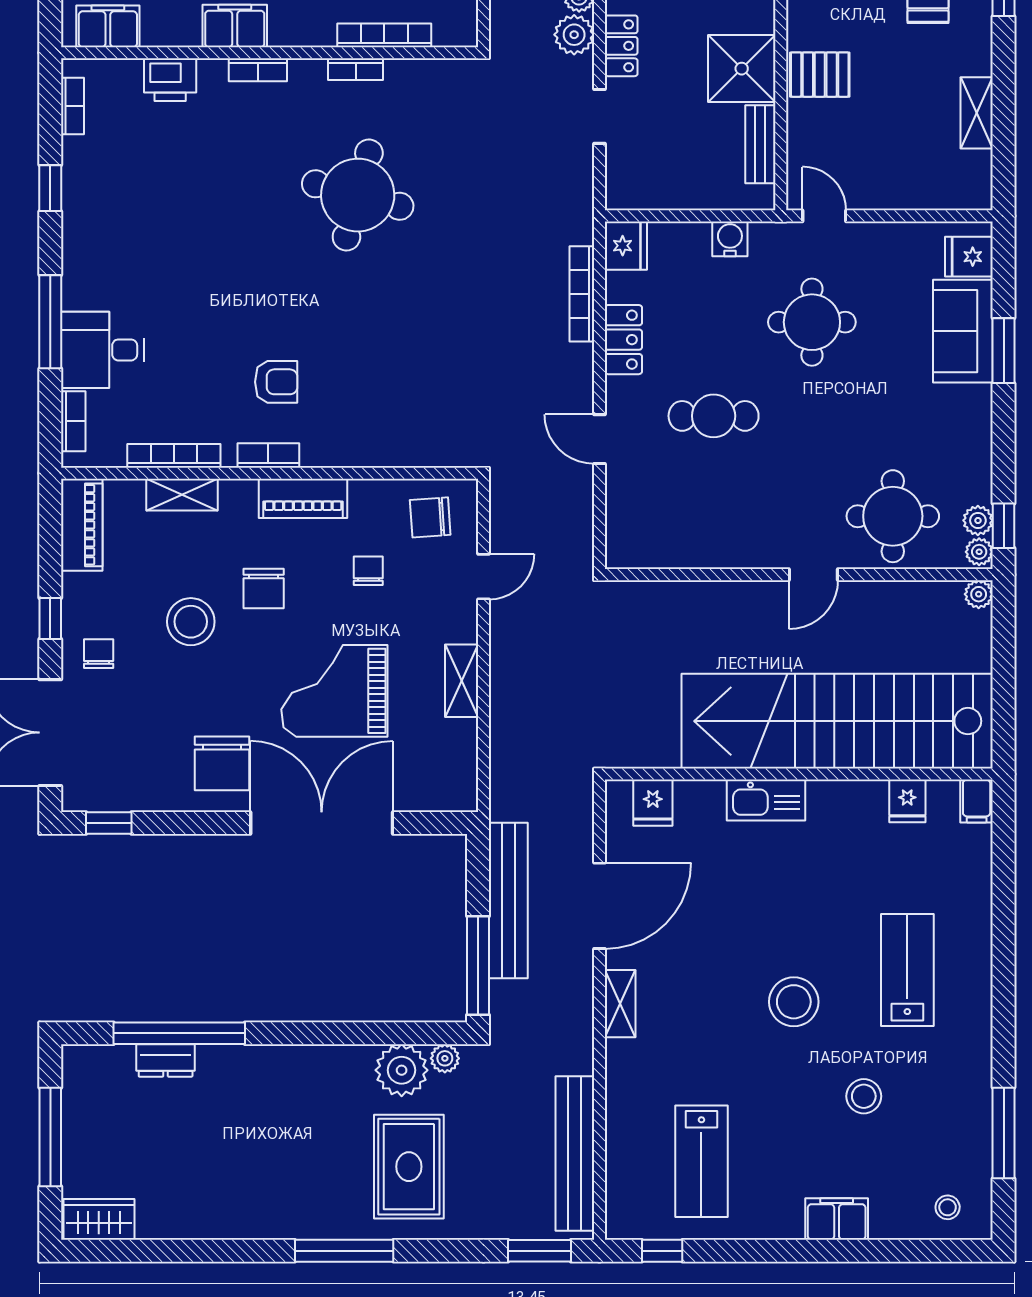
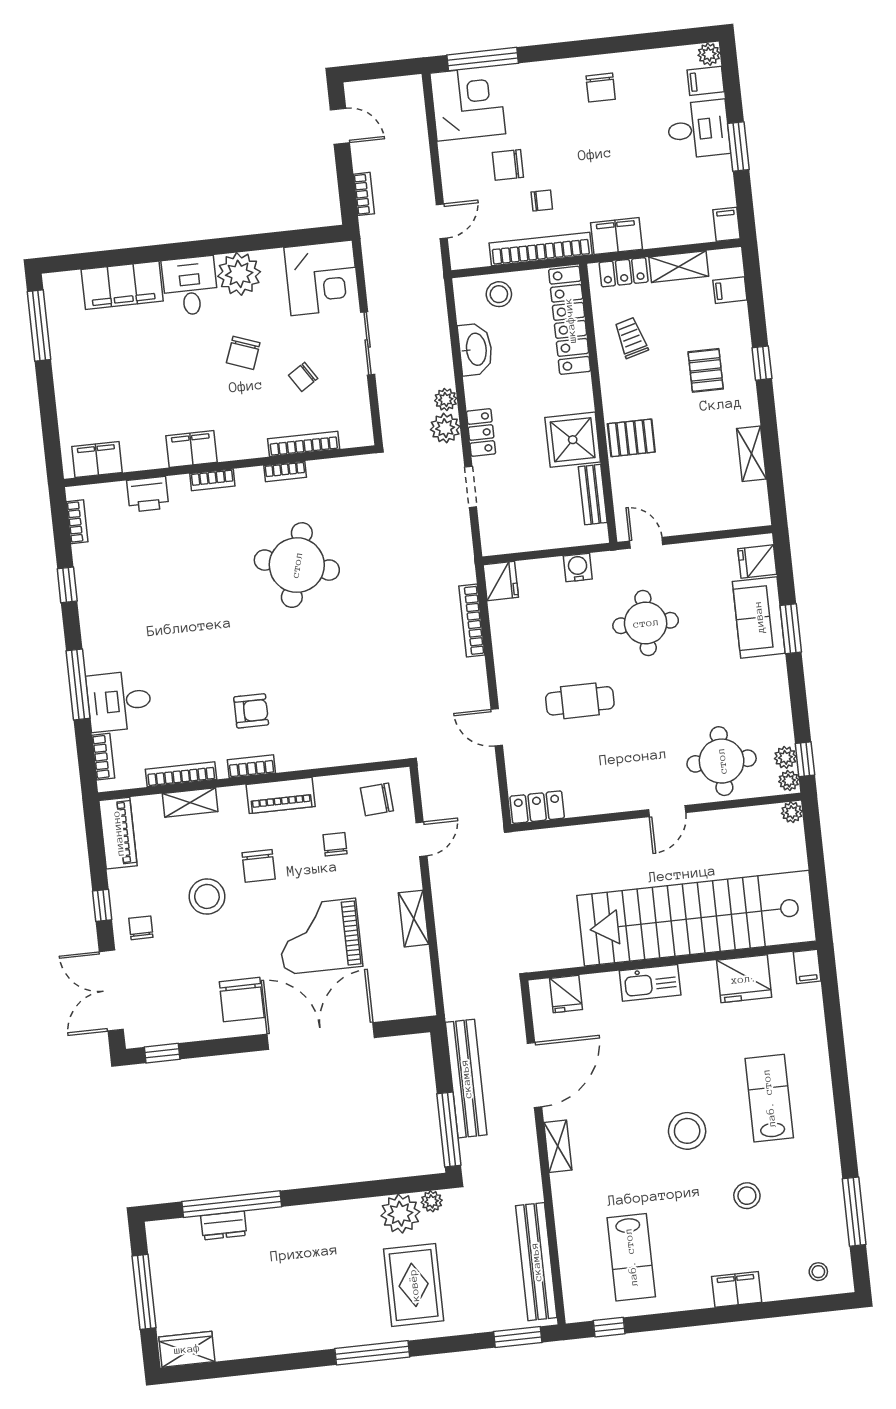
locker: (623, 340) -> (537, 807), moved, turned -90
fridge: (907, 801) -> (744, 979), width x1.88, depth x1.34

